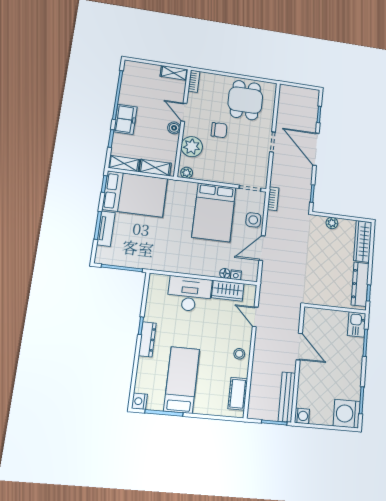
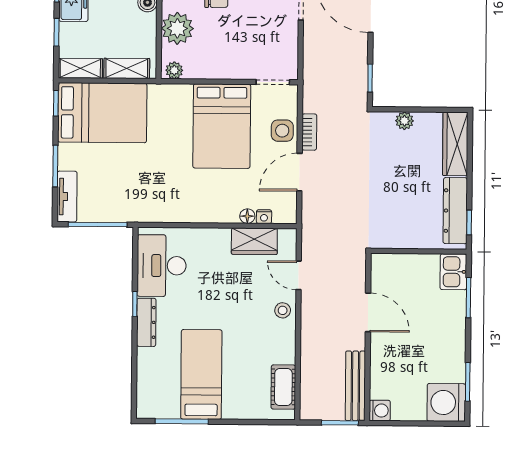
bookcase: (273, 199) -> (309, 132), moved
tv unit: (106, 229) -> (67, 197), moved
desk: (189, 294) -> (162, 266), moved, turned -90
stool: (239, 354) -> (283, 310), moved
nightstand: (139, 401) -> (146, 408), removed

